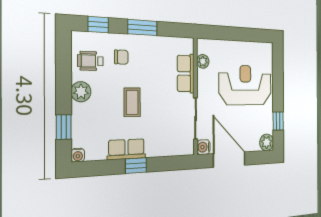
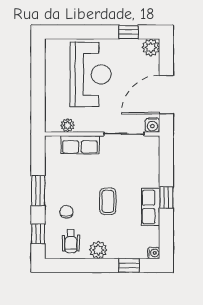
reception desk: (245, 85) -> (91, 74), turned 180
coffee table: (132, 102) -> (108, 201), turned 90

